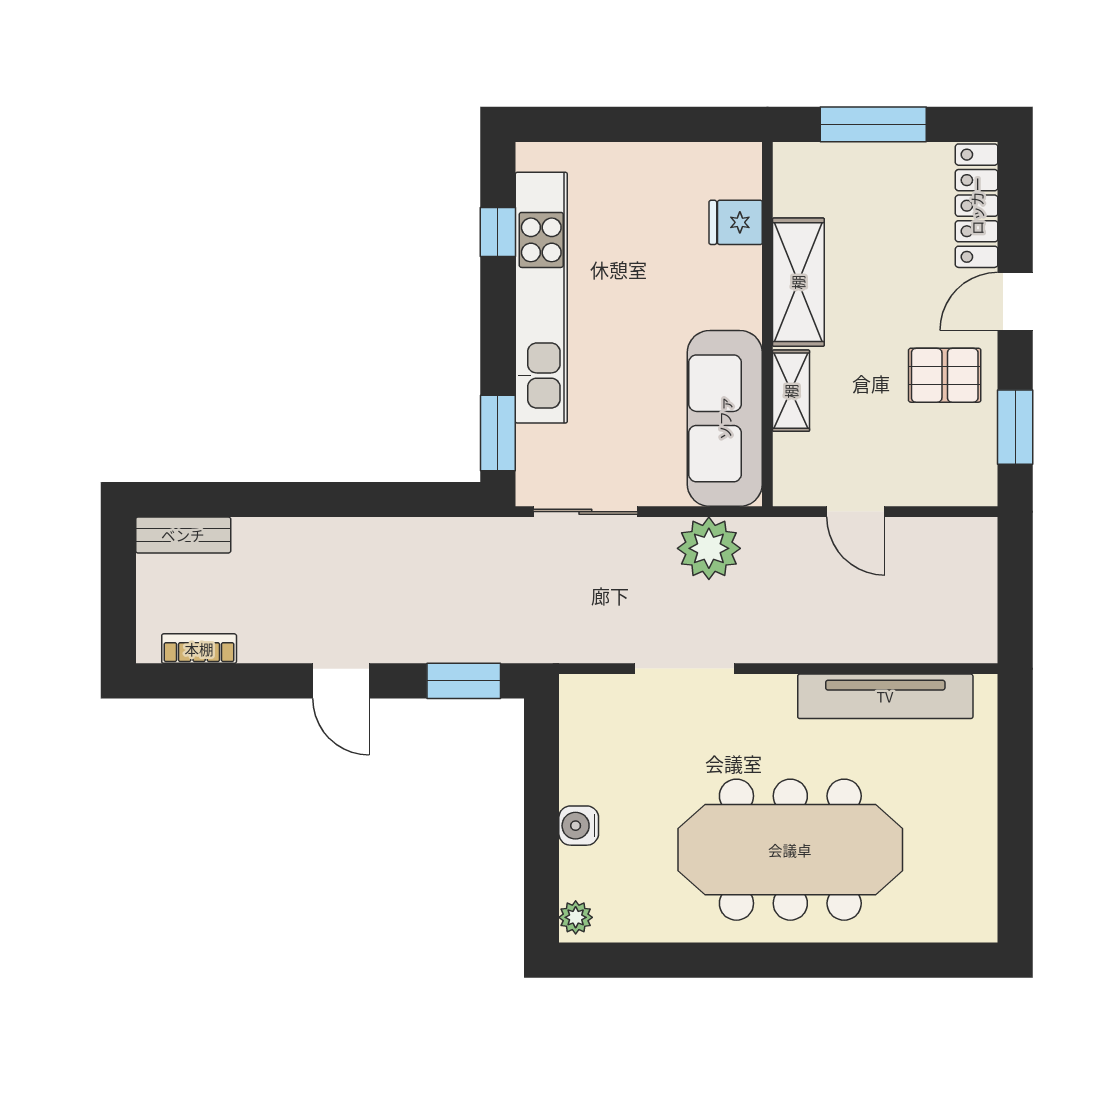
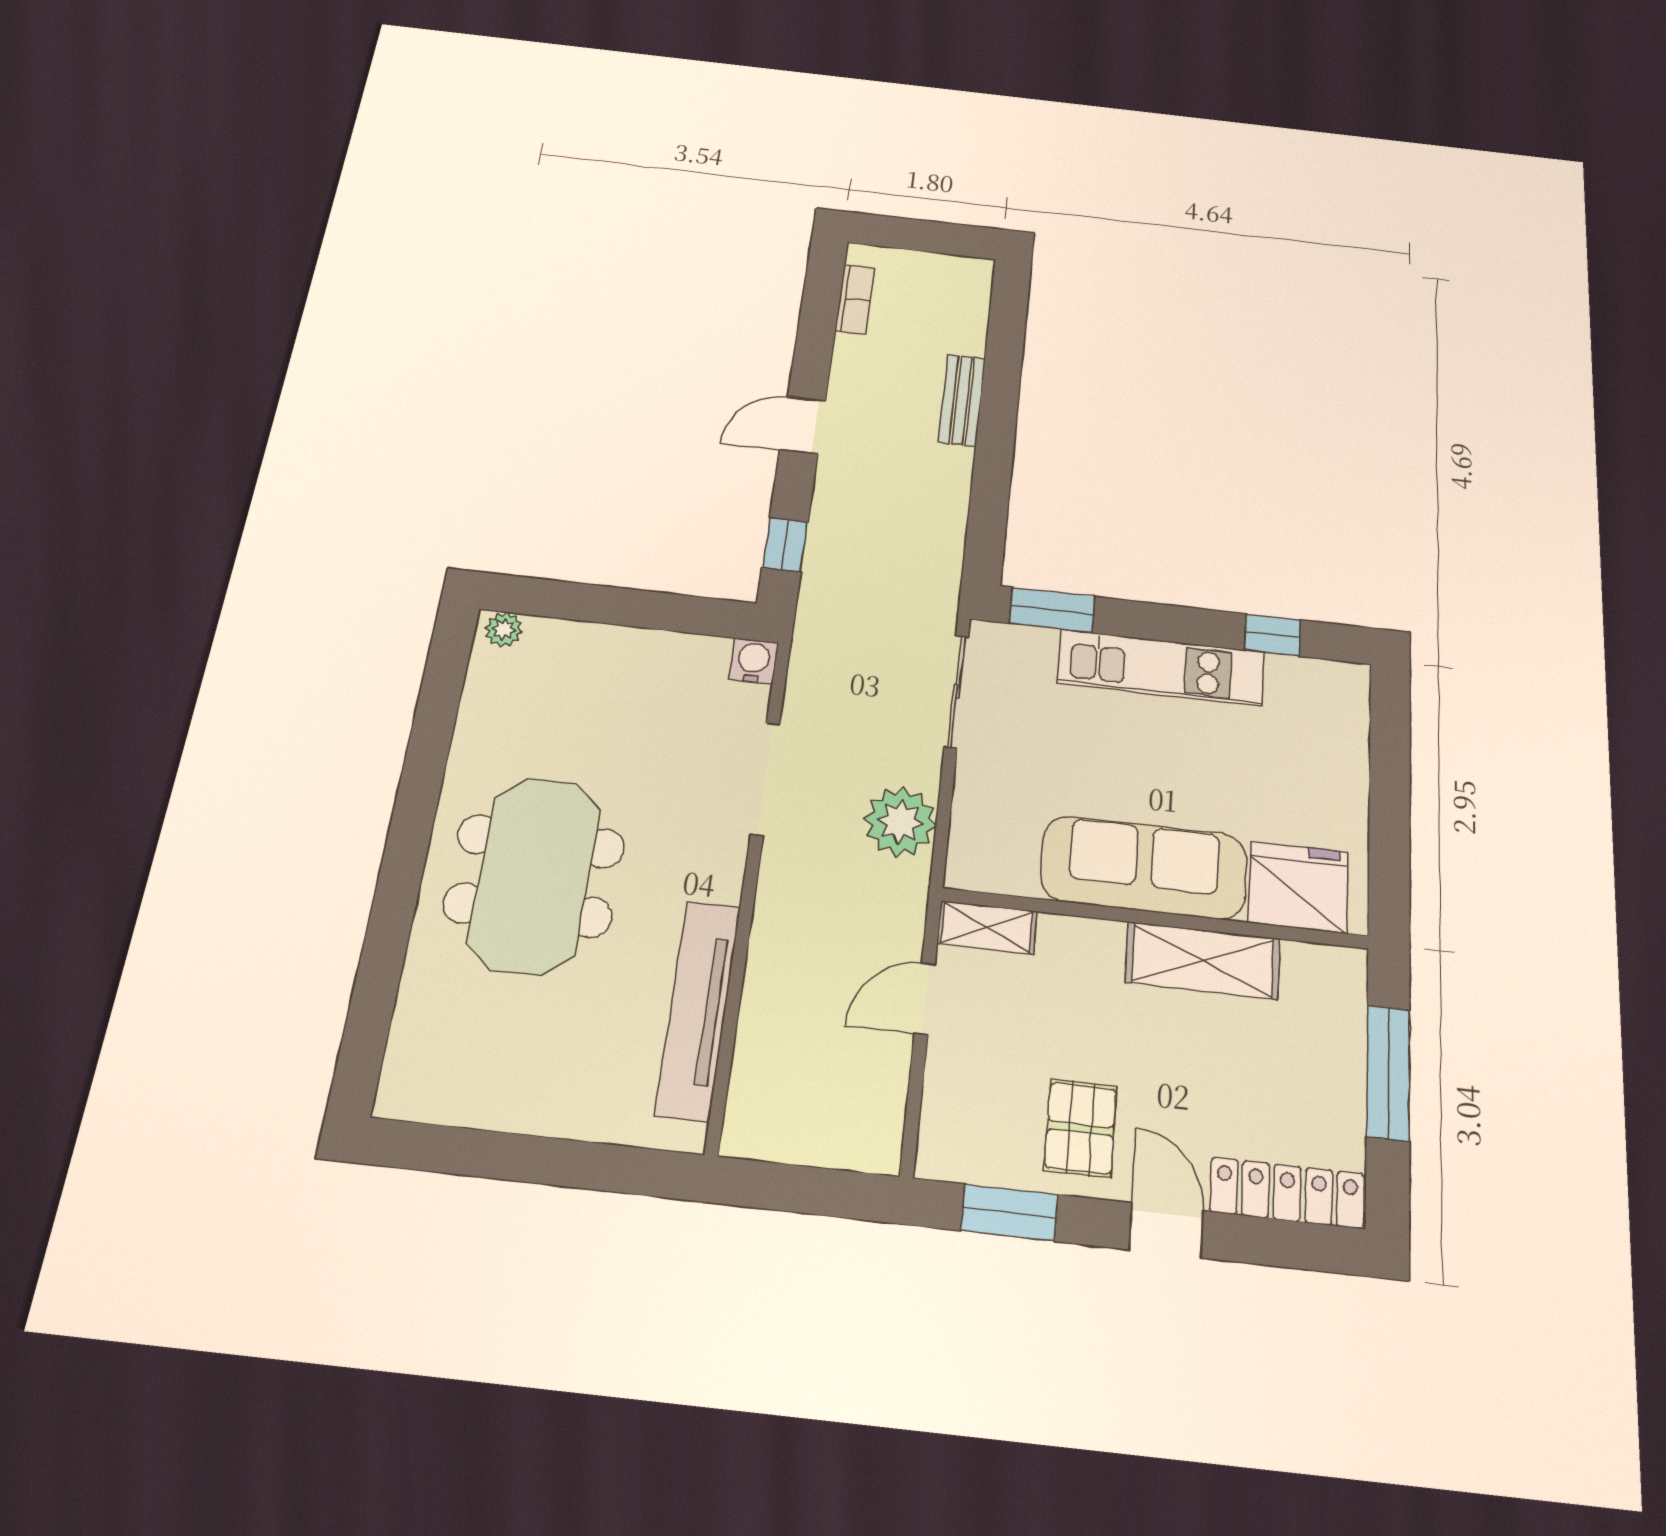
fridge: (736, 222) -> (1298, 887), width x1.88, depth x1.34
kitchen unit: (541, 298) -> (1161, 668), width x0.73
shelving: (791, 391) -> (987, 927), moved
sofa: (725, 418) -> (1144, 868), moved
bench: (183, 535) -> (962, 400), moved
window: (464, 681) -> (785, 545), width x0.67
water cooler: (579, 826) -> (753, 661), moved
meeting table: (790, 850) -> (534, 875), width x0.73

